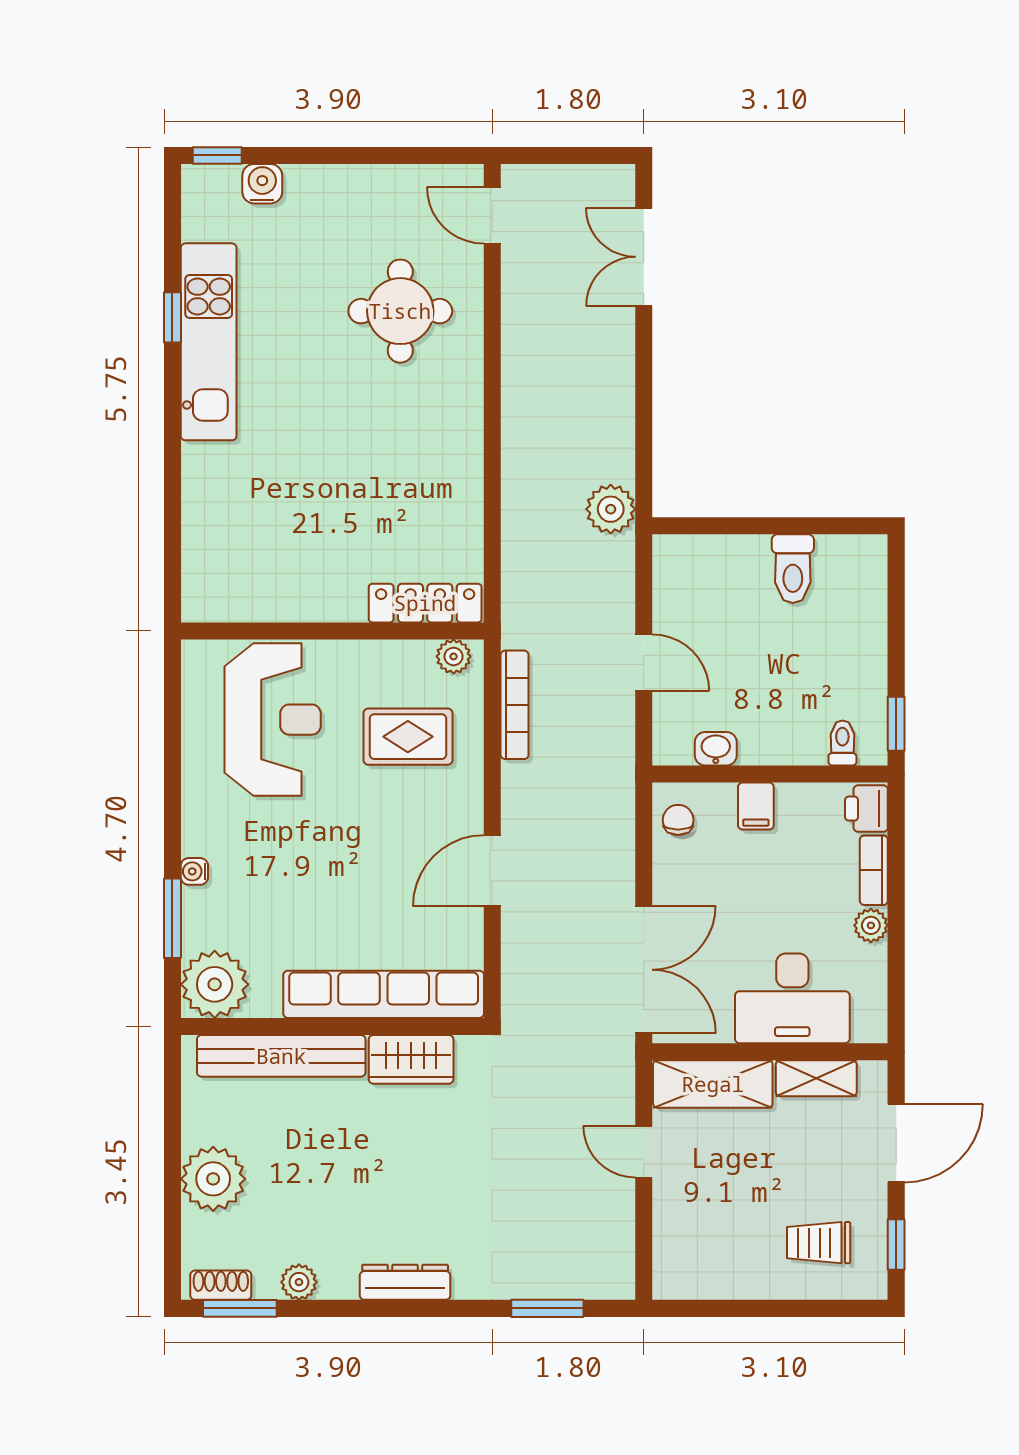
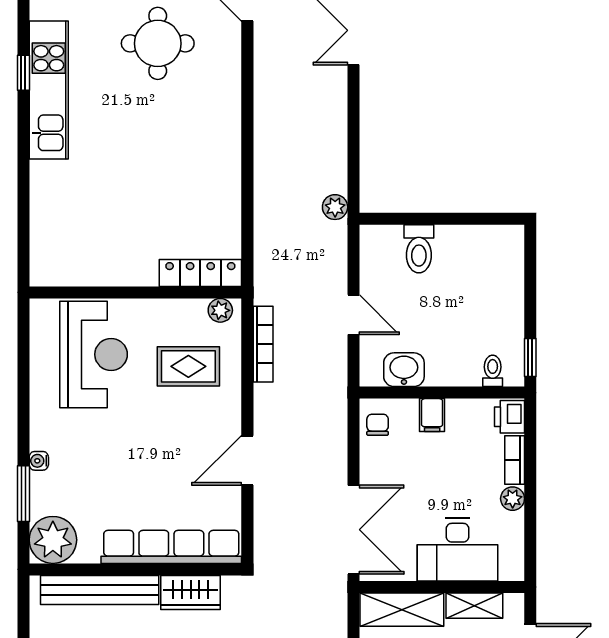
round table: (400, 311) -> (158, 43), moved
plant: (611, 509) -> (335, 207), width x0.73, depth x0.73
toilet: (793, 569) -> (419, 249), moved
washbasin: (716, 749) -> (404, 370), width x1.38, depth x1.45

